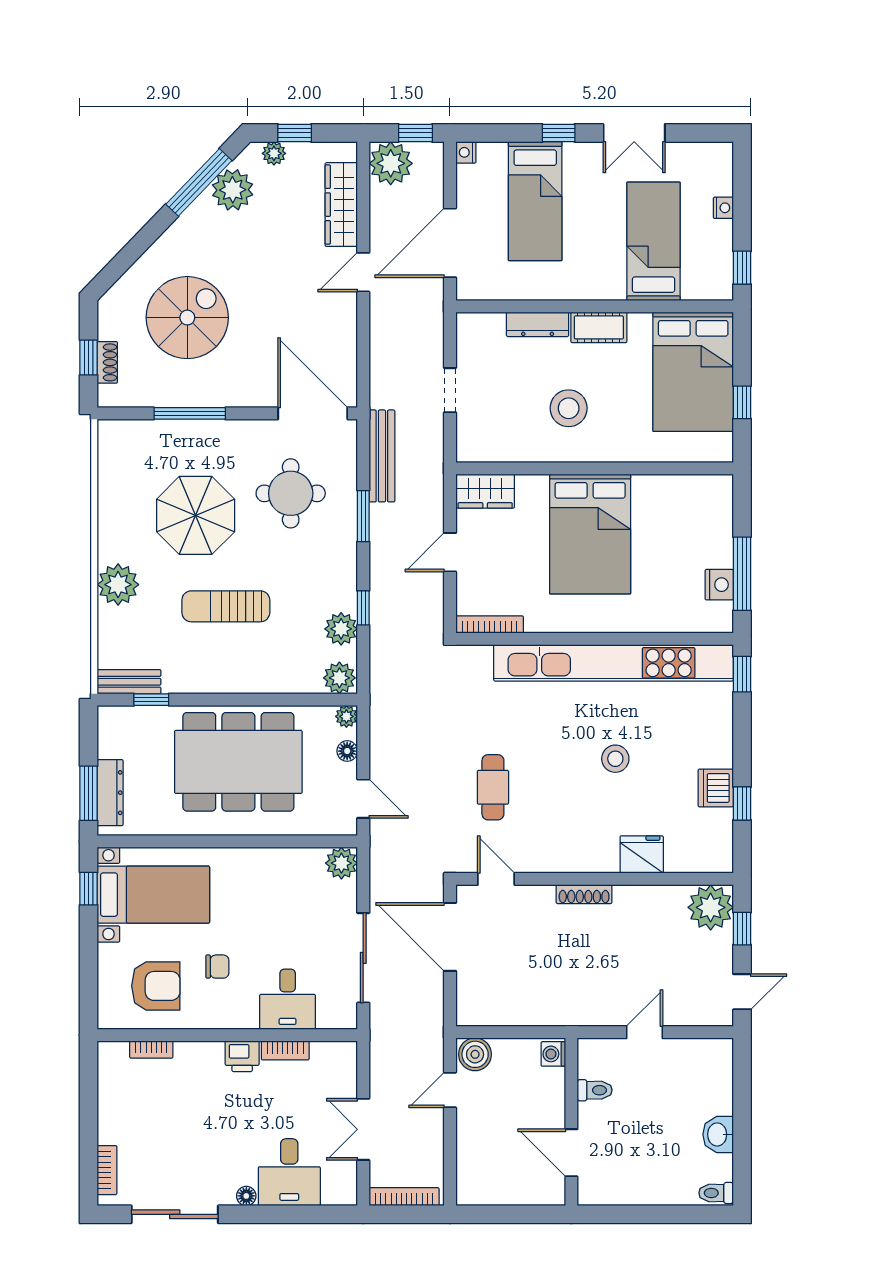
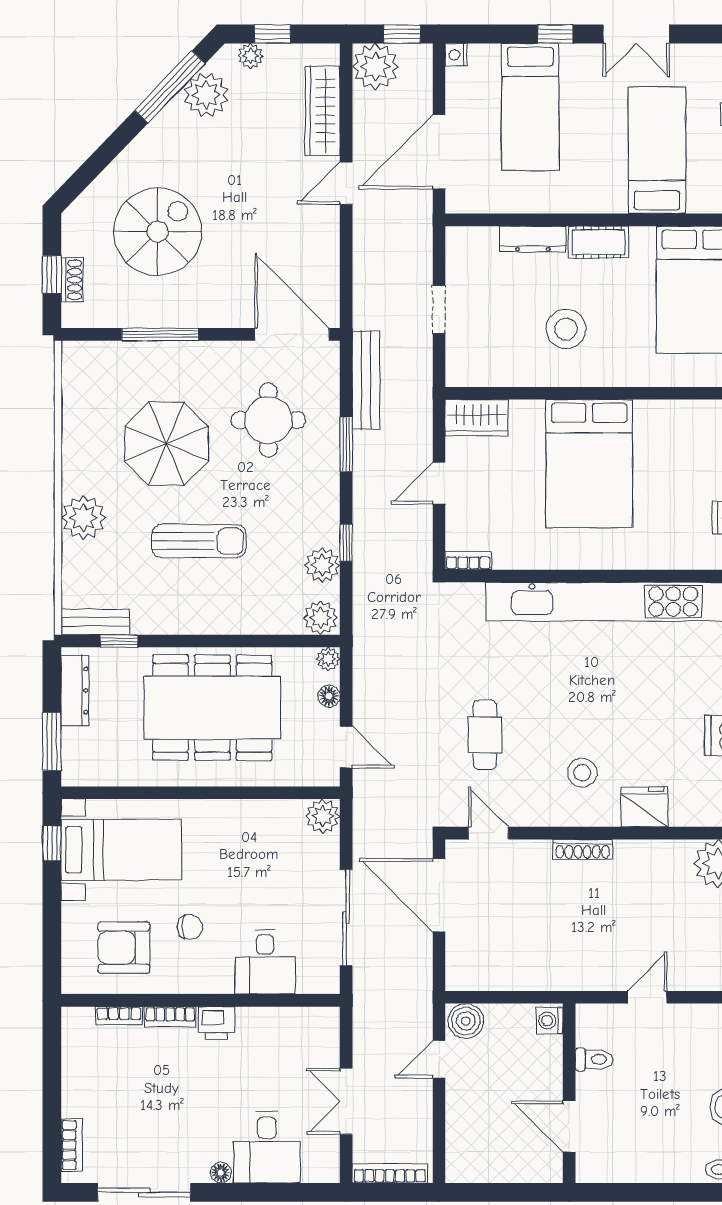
sun lounger: (226, 606) -> (199, 541), turned 180
bookcase: (490, 625) -> (468, 561), width x0.64
stool: (615, 759) -> (582, 773), moved
dresser: (110, 793) -> (75, 691), moved
armchair: (156, 986) -> (124, 948), turned 180
bookcase: (285, 1050) -> (170, 1017), moved

